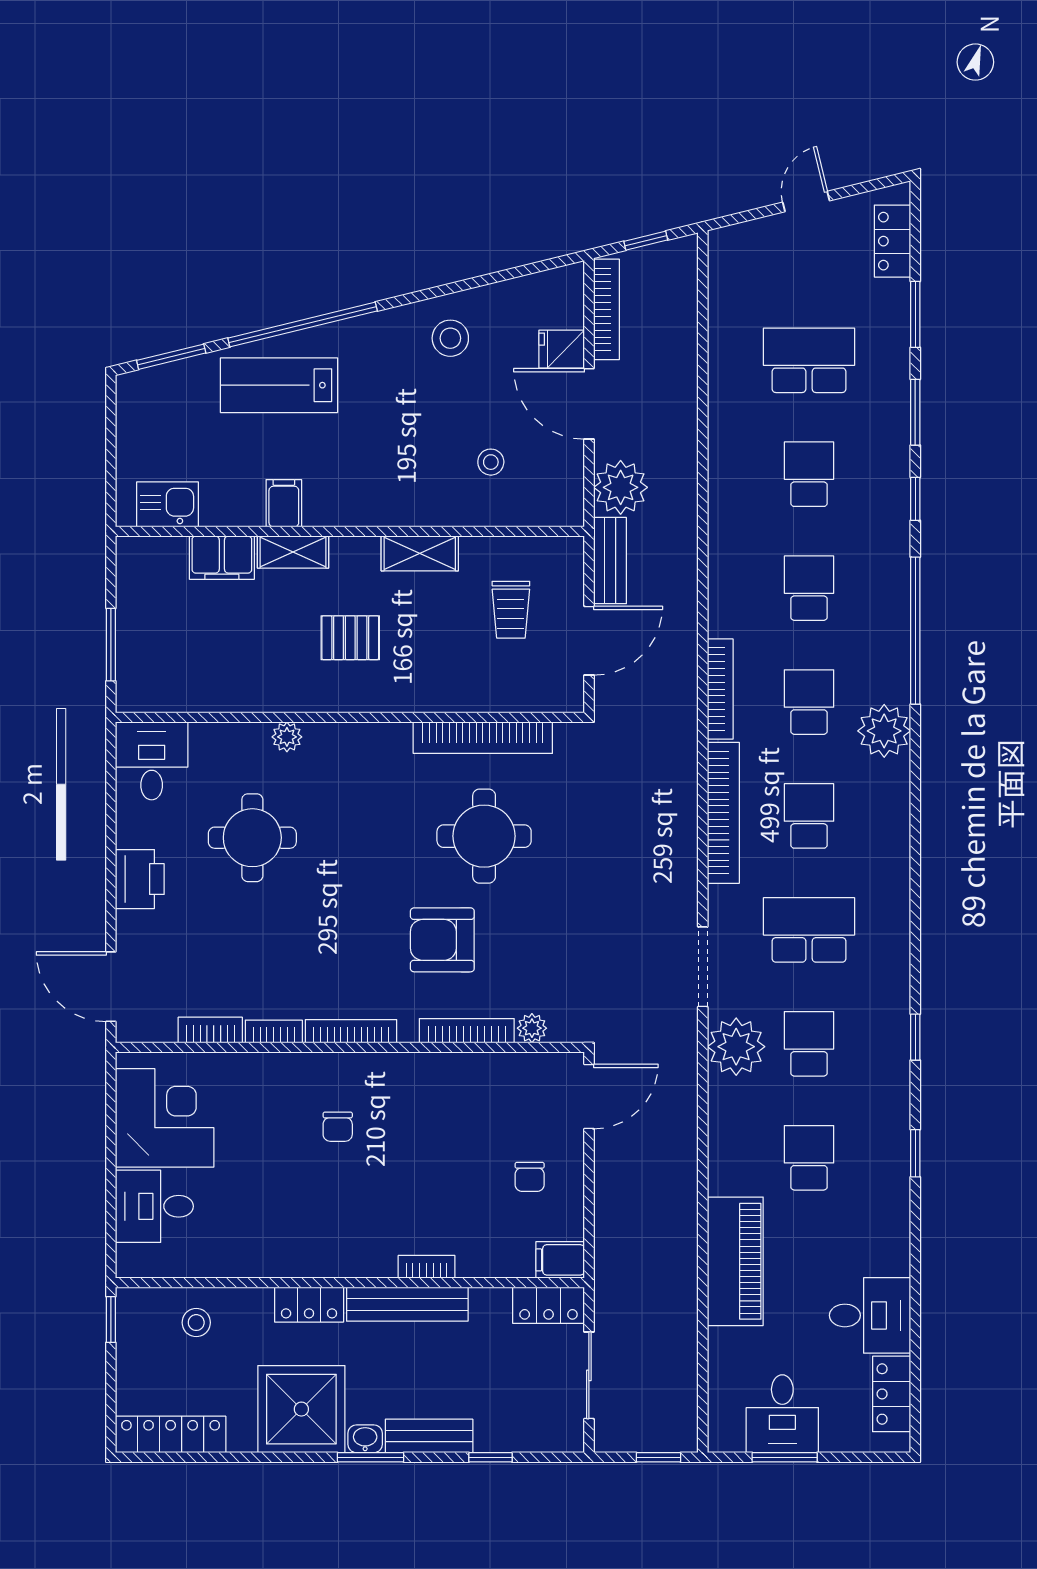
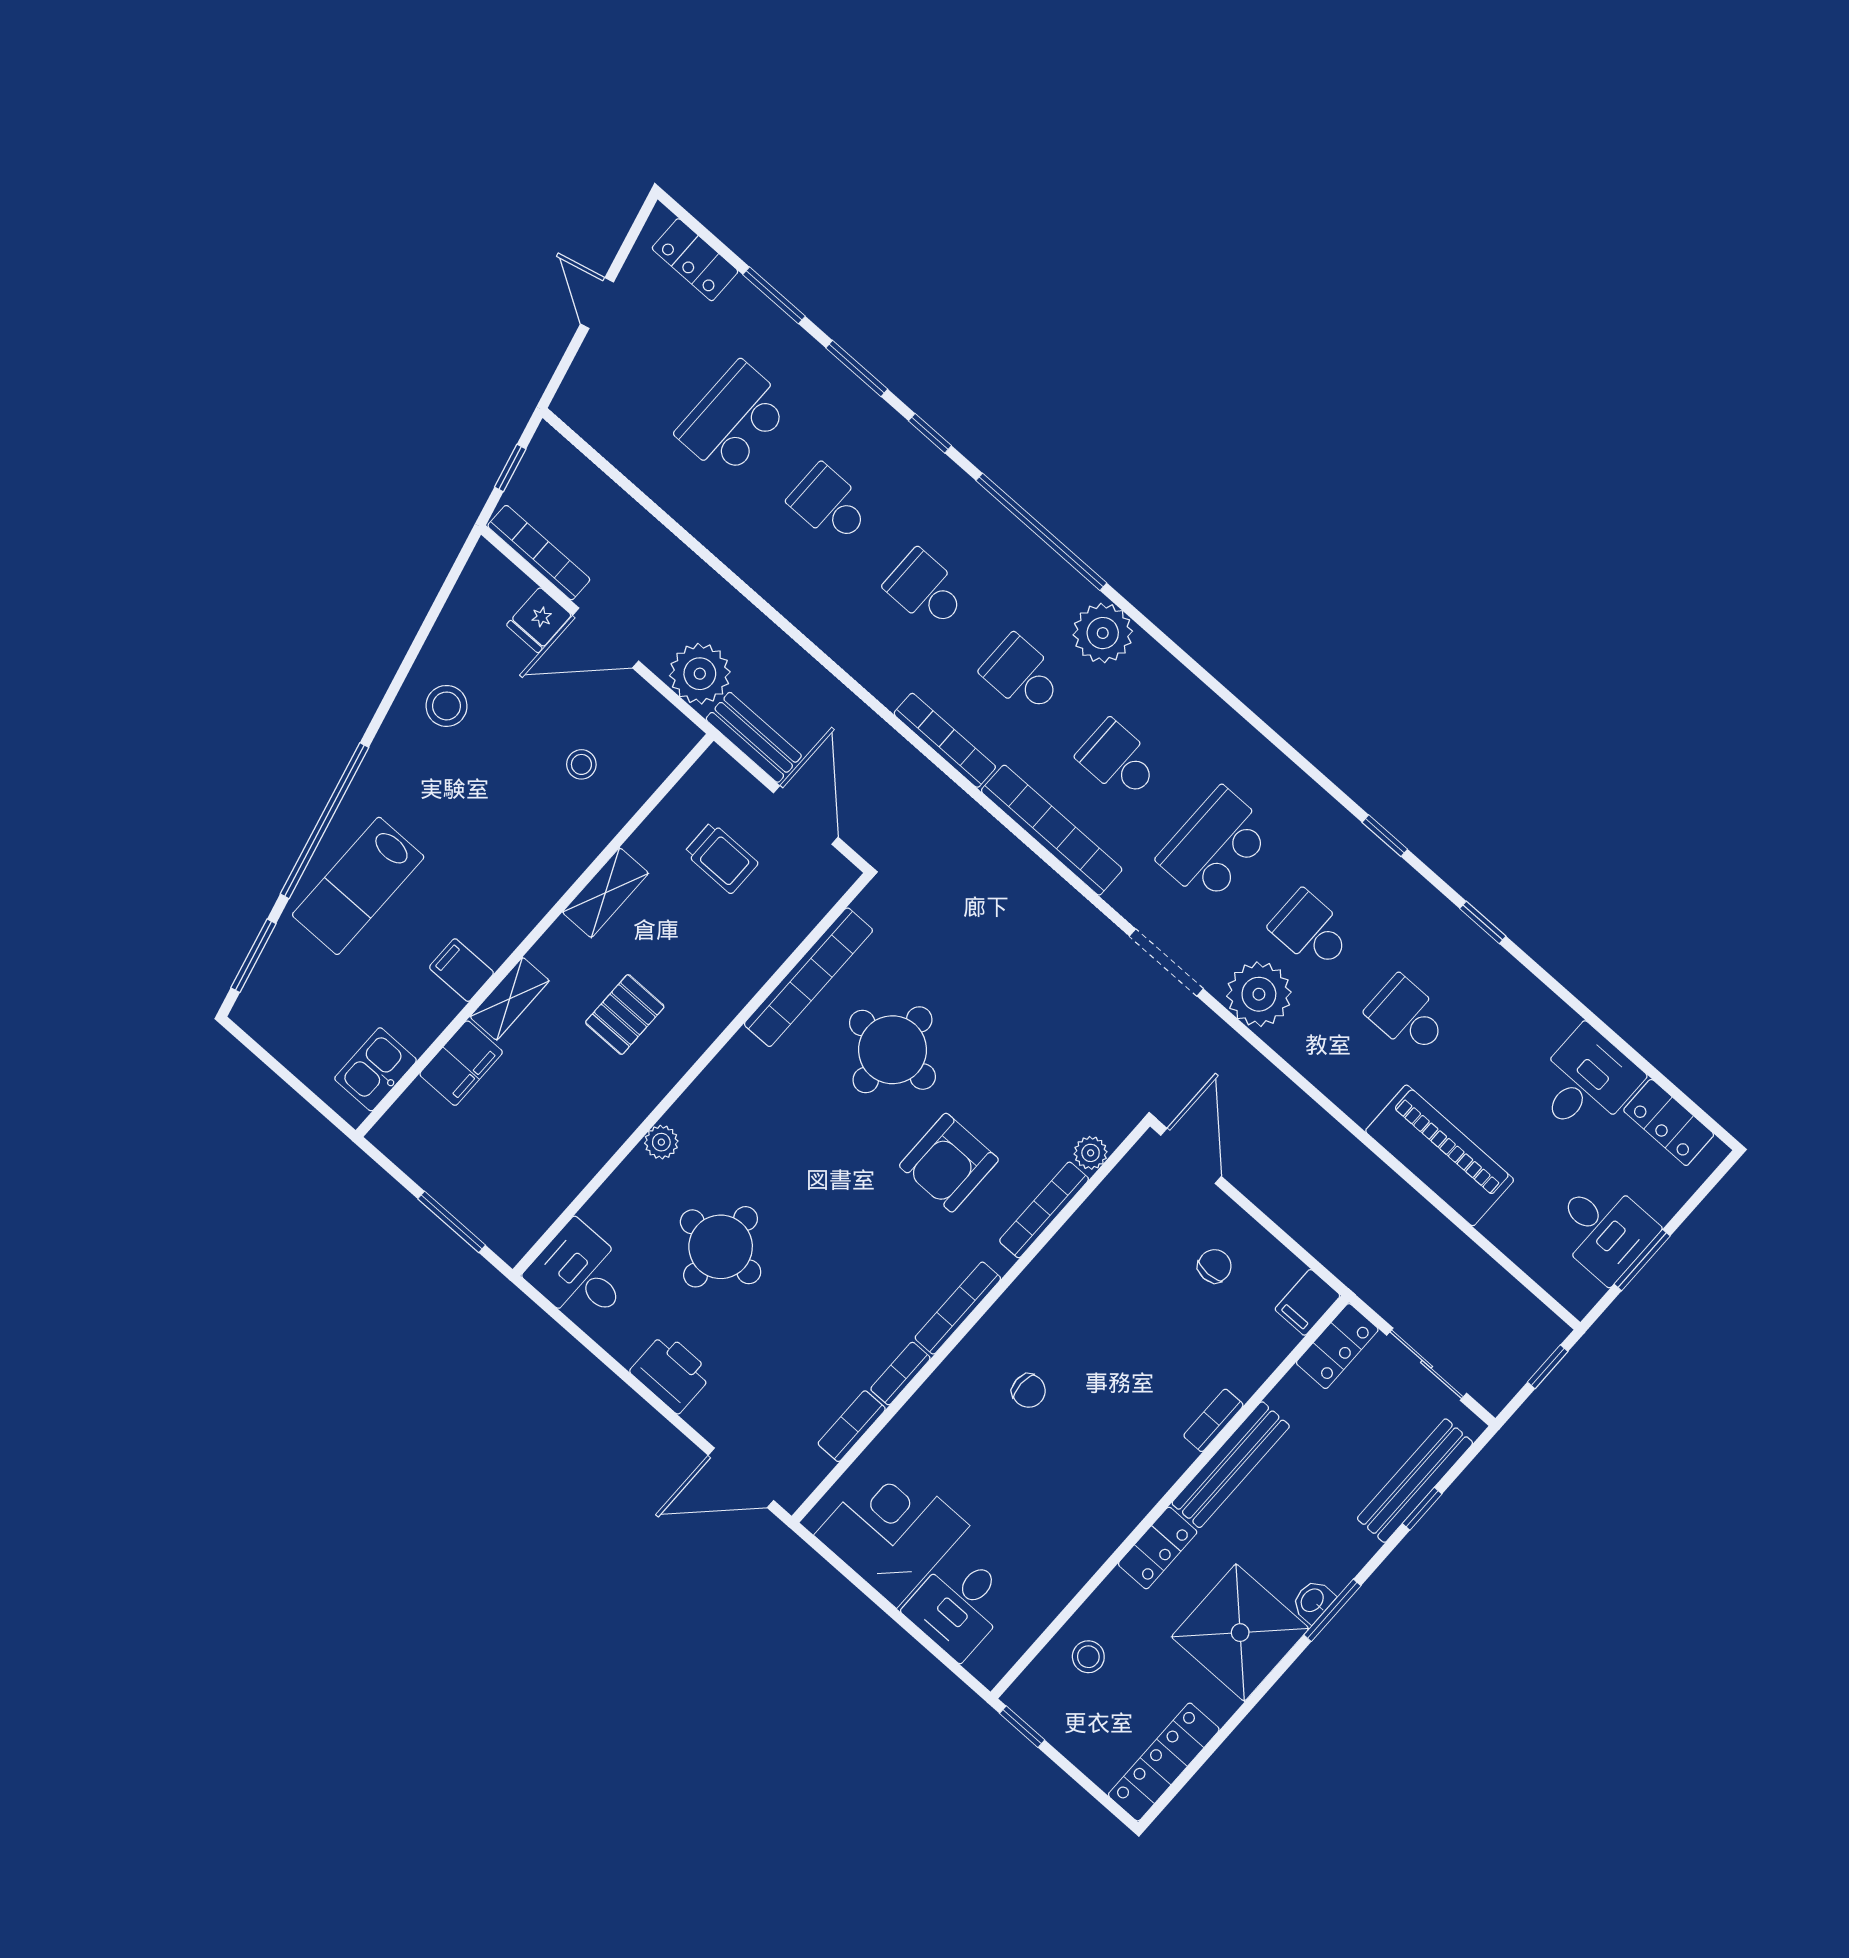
chair: (530, 1177) -> (1215, 1266), turned -90
bench: (429, 1436) -> (1415, 1481), moved, width x1.36

